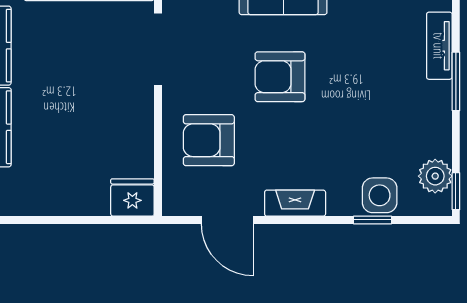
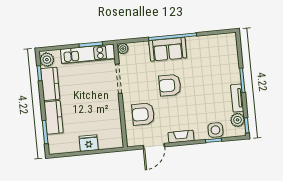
tv unit: (439, 46) -> (237, 98), moved
fridge: (132, 197) -> (89, 143), moved
door: (227, 220) -> (154, 146), hinge flipped

